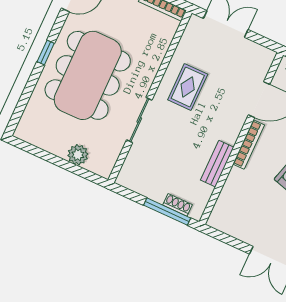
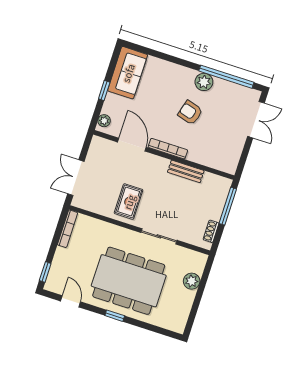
rug: (188, 87) -> (129, 202), turned 90
shoe rack: (177, 205) -> (211, 231), moved

